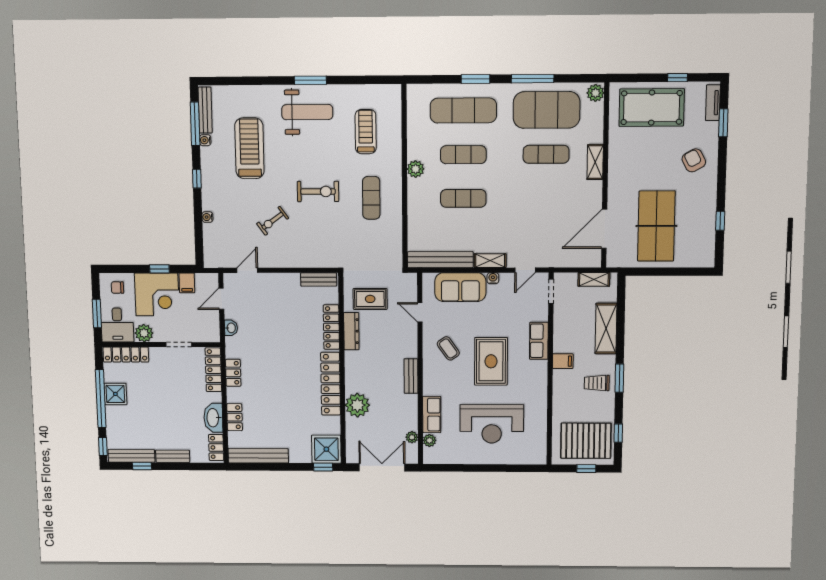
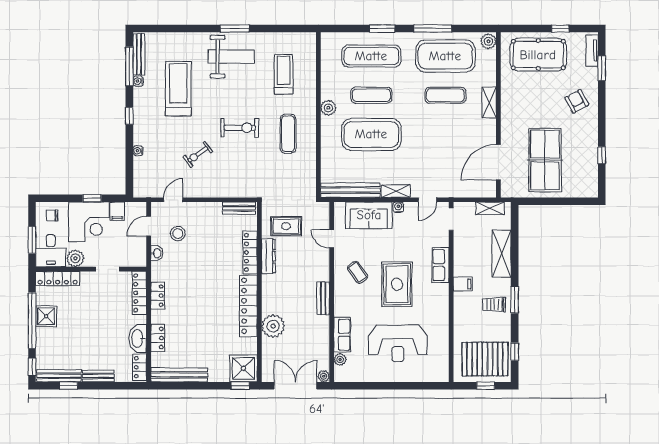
exercise mat: (463, 198) -> (371, 134), width x2.00, depth x1.45
stool: (253, 307) -> (178, 234), added
plant: (412, 437) -> (324, 376), moved

